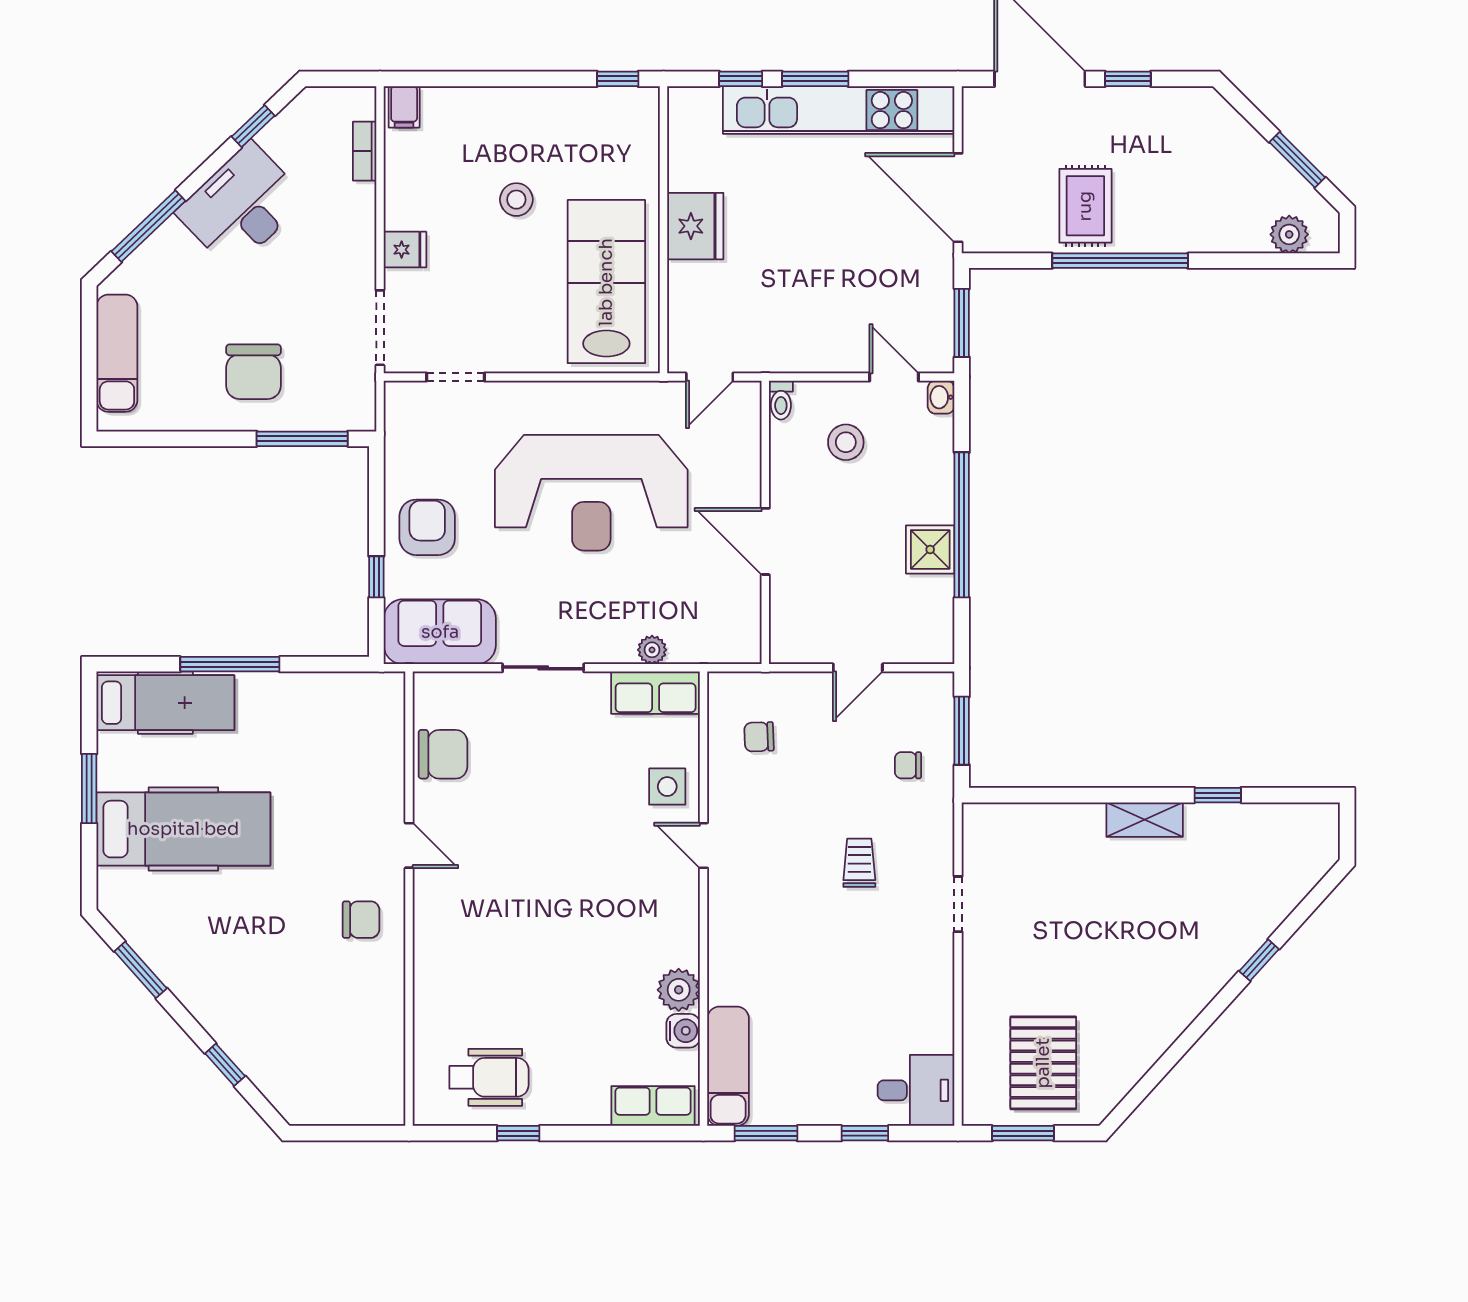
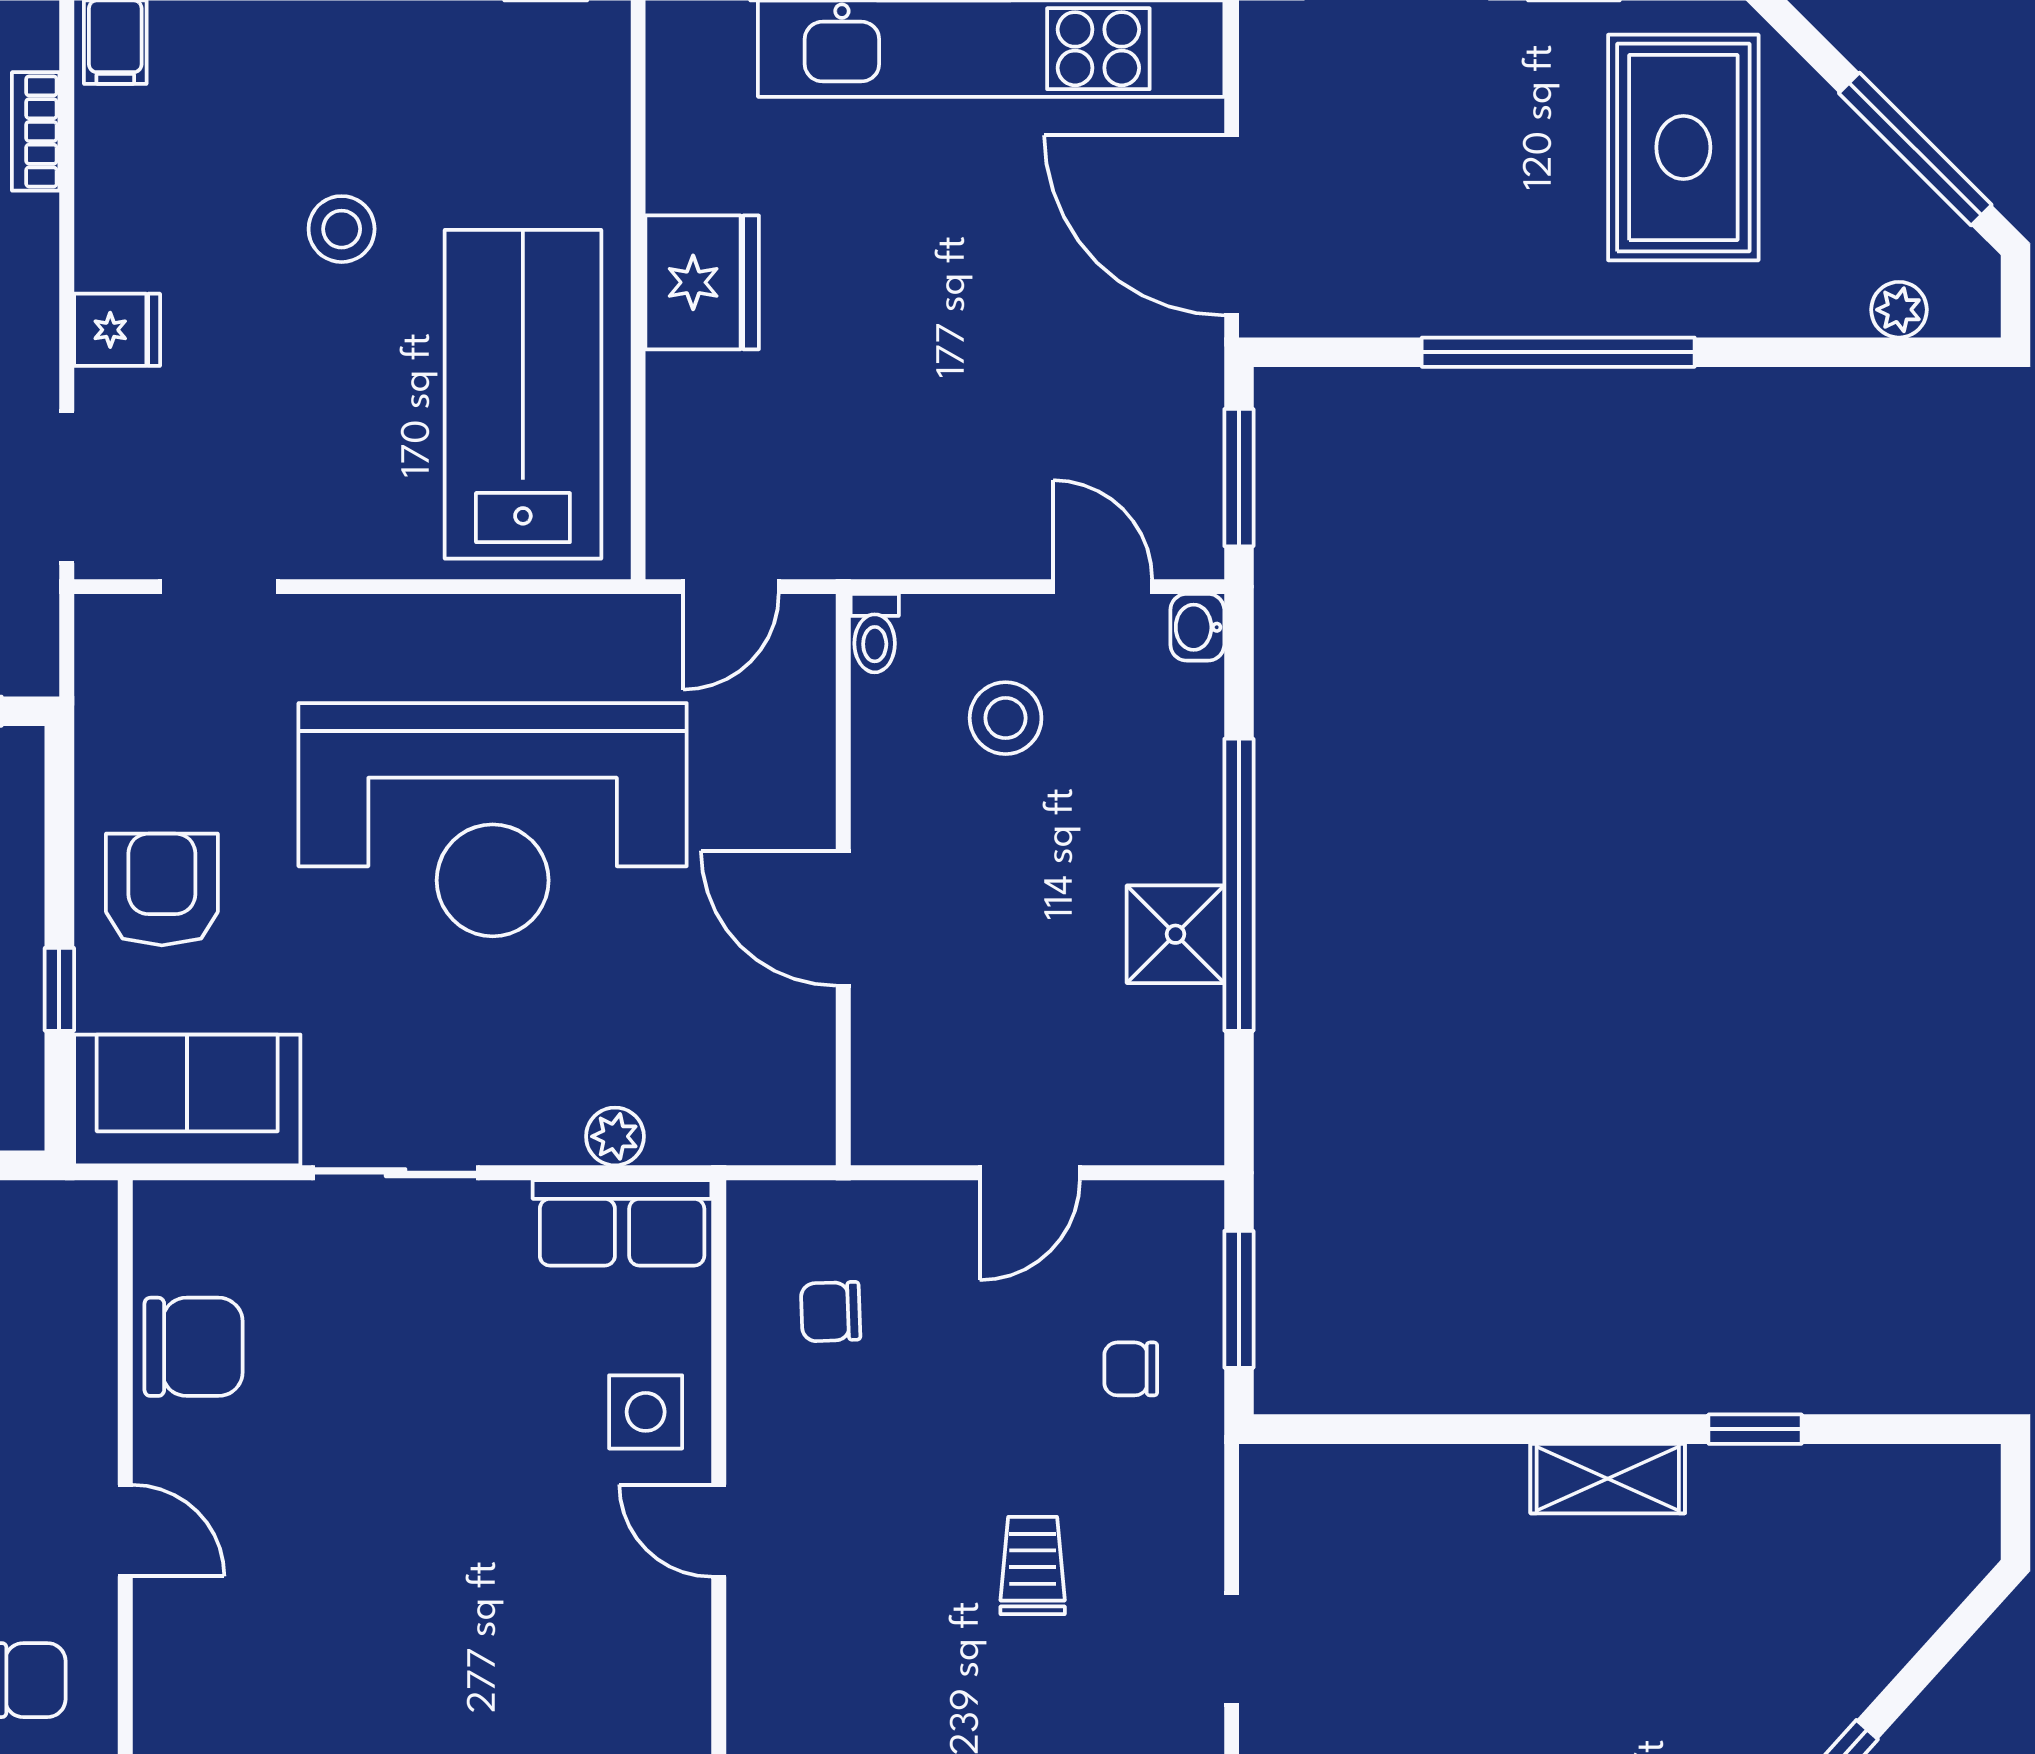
window: (1297, 160) -> (1915, 149), width x1.44
rug: (1085, 206) -> (1683, 147), moved, width x1.36, depth x1.43
plant: (1289, 234) -> (1899, 310), width x0.73, depth x0.73

